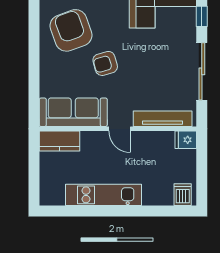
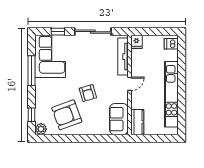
sofa: (73, 112) -> (119, 119), width x0.73
kitchen unit: (103, 195) -> (171, 94), width x1.36

